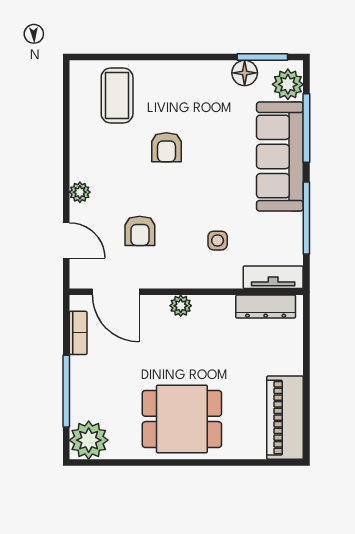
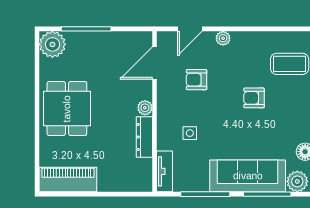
dresser: (266, 307) -> (144, 137), moved
bookcase: (78, 333) -> (126, 37), removed

